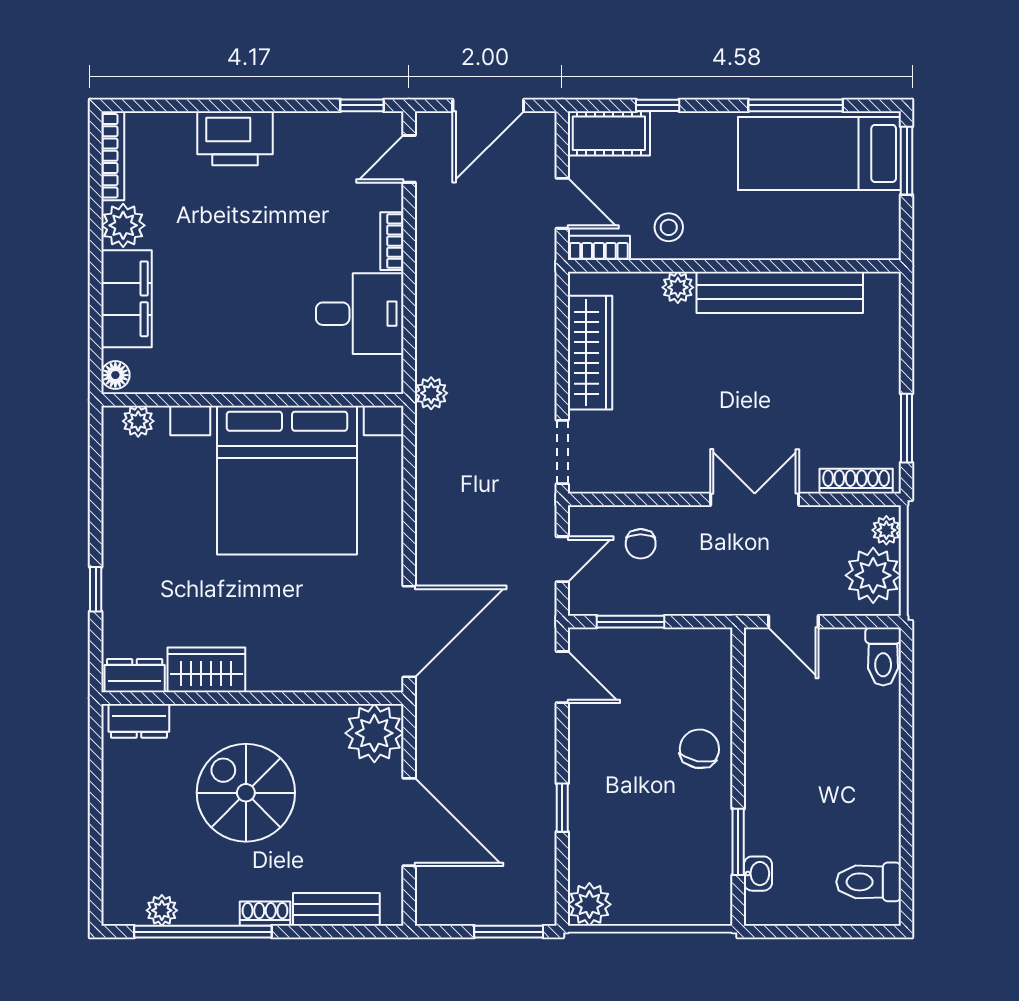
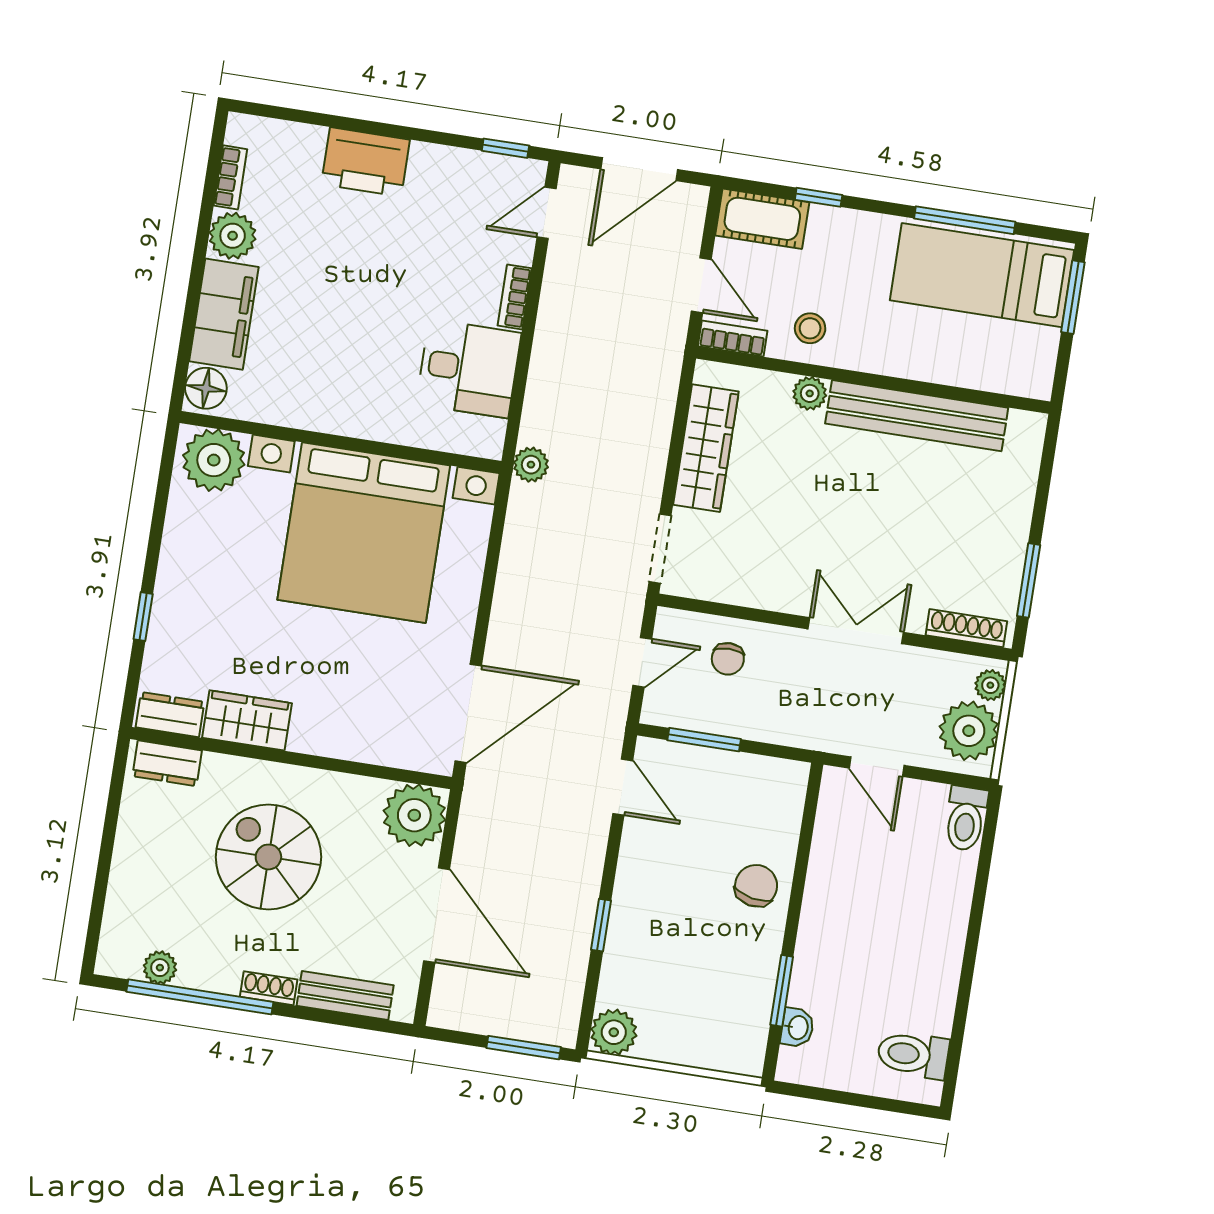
bookcase: (113, 156) -> (230, 177), width x0.64
floor lamp: (115, 375) -> (206, 388), width x1.37, depth x1.37
plant: (138, 421) -> (214, 460), width x1.88, depth x1.88

